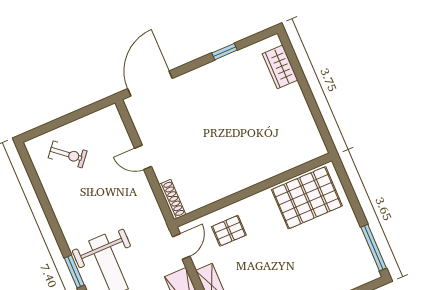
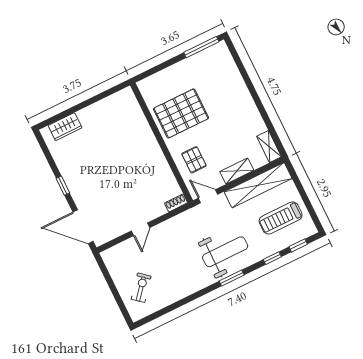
window: (225, 52) -> (63, 186), moved
pallet: (307, 198) -> (181, 113), moved, turned 90
shoe rack: (172, 199) -> (176, 203), width x0.70

